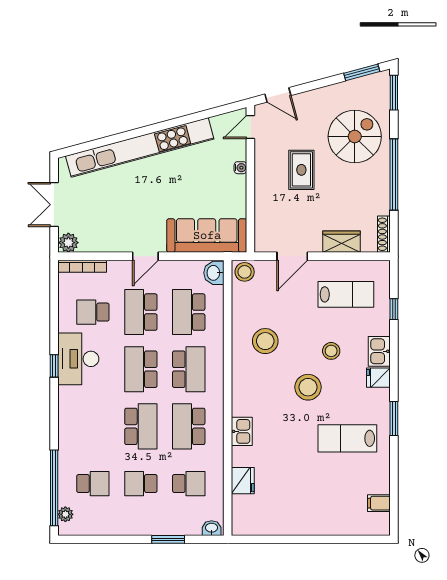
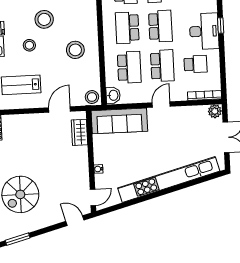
rug: (301, 170) -> (56, 170), removed
wardrobe: (341, 242) -> (80, 132), moved, turned 90

